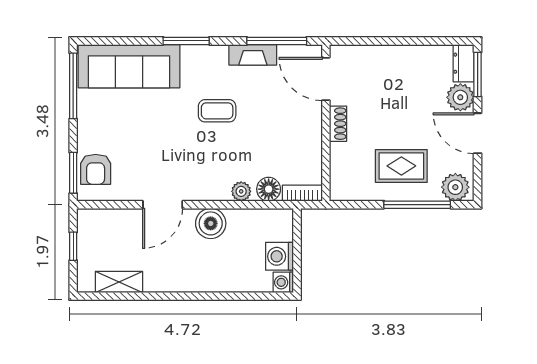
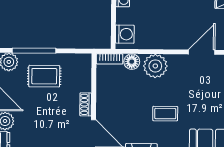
plant: (241, 191) -> (155, 66), width x1.88, depth x1.88
boiler: (211, 223) -> (170, 39), removed
washing machine: (279, 256) -> (125, 34), moved

